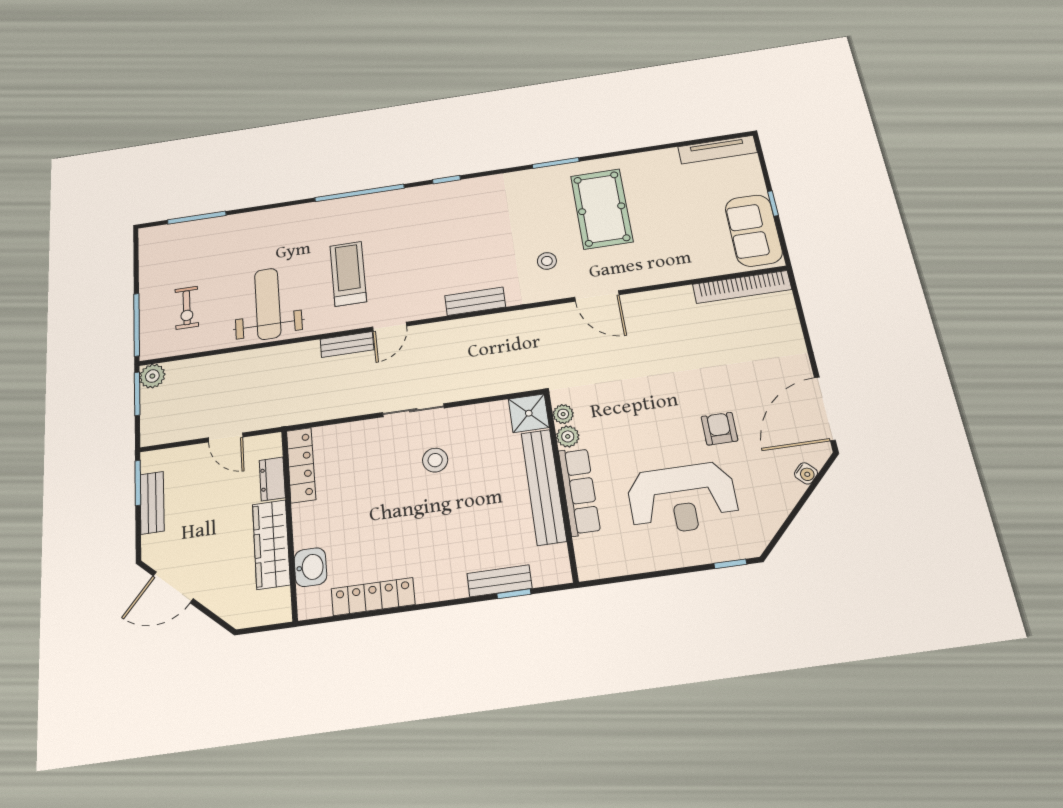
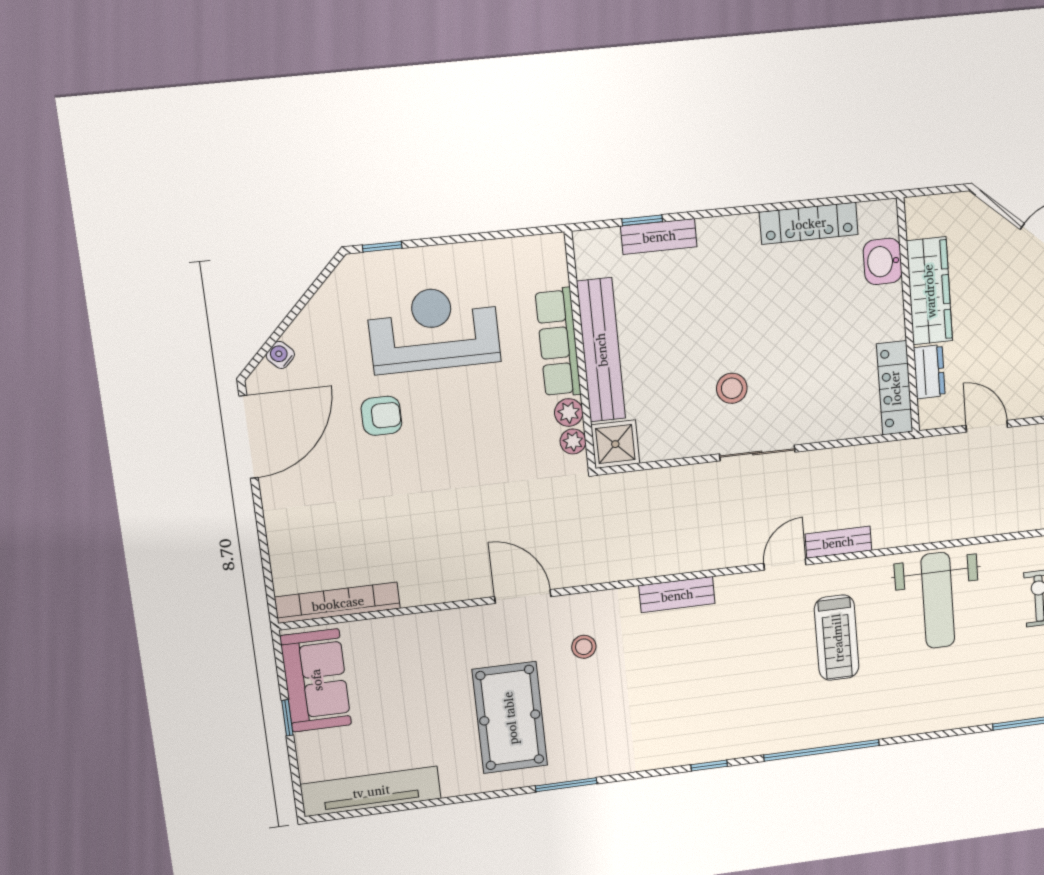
tv unit: (717, 150) -> (371, 791), width x1.36, depth x1.29
armchair: (719, 429) -> (381, 416), turned -90

